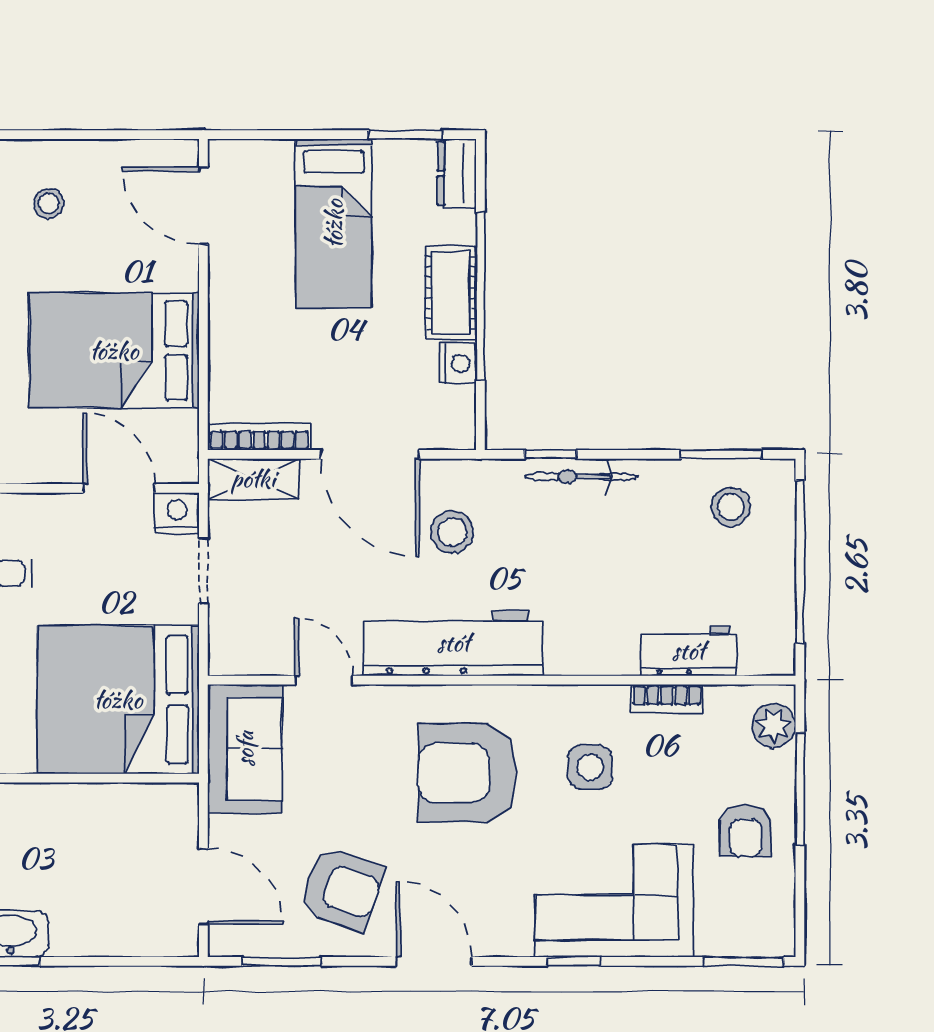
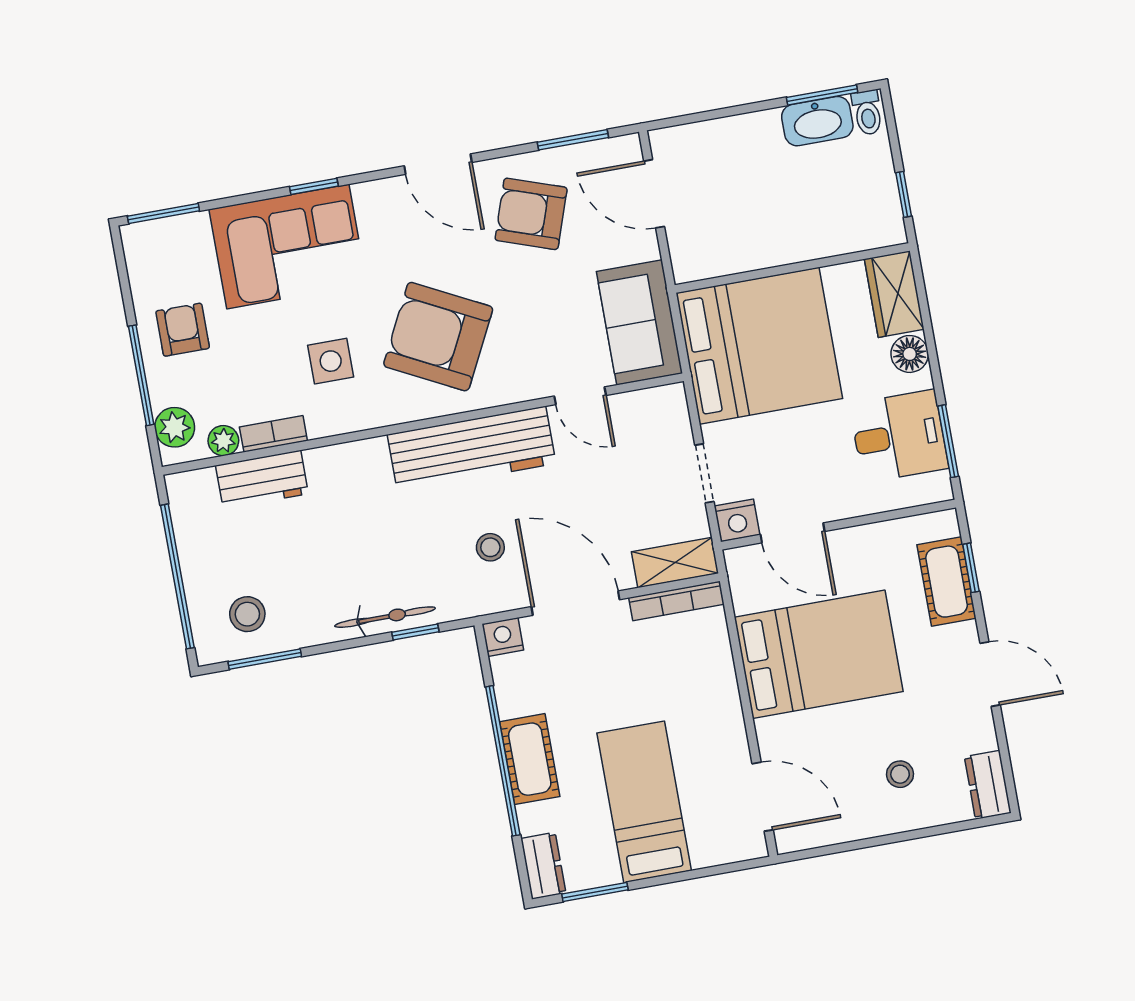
nightstand: (458, 363) -> (503, 637), moved, turned 90
stool: (452, 532) -> (490, 547), width x0.73, depth x0.73
plant: (723, 701) -> (223, 441), added
armchair: (468, 773) -> (438, 337), turned -153

